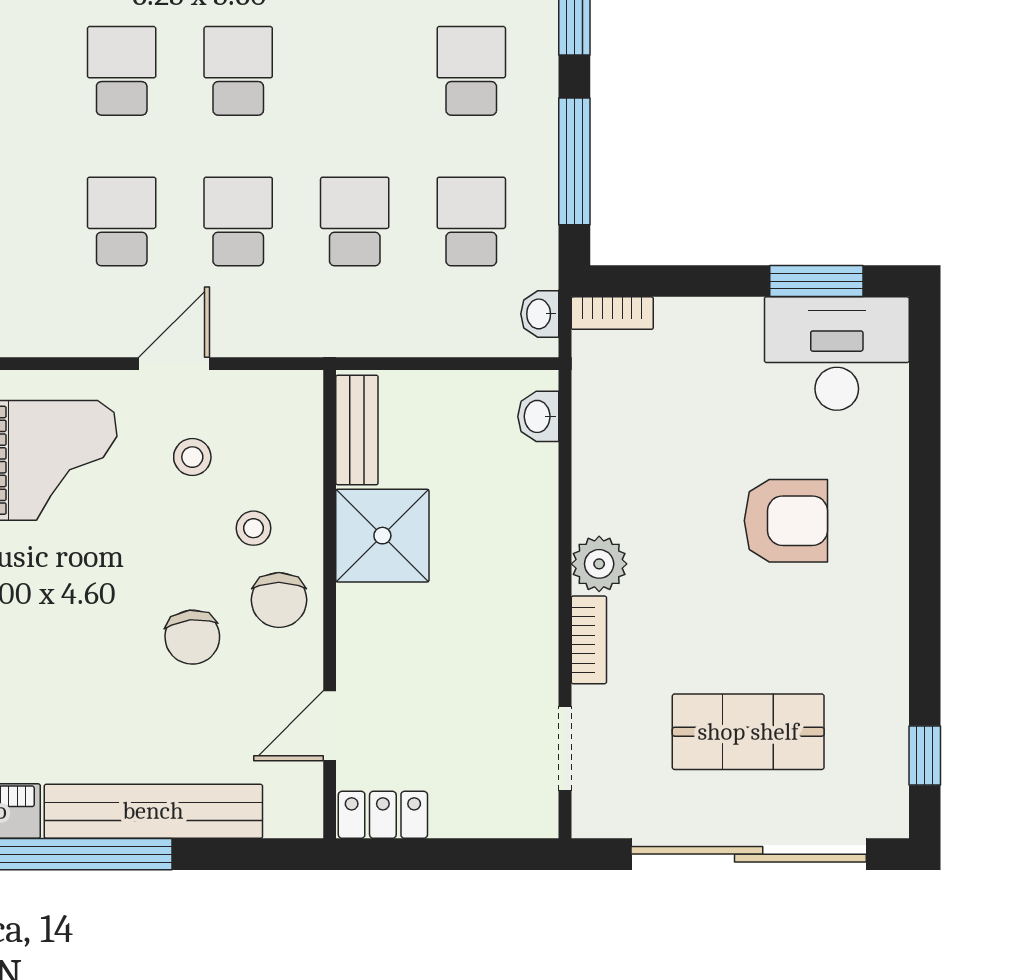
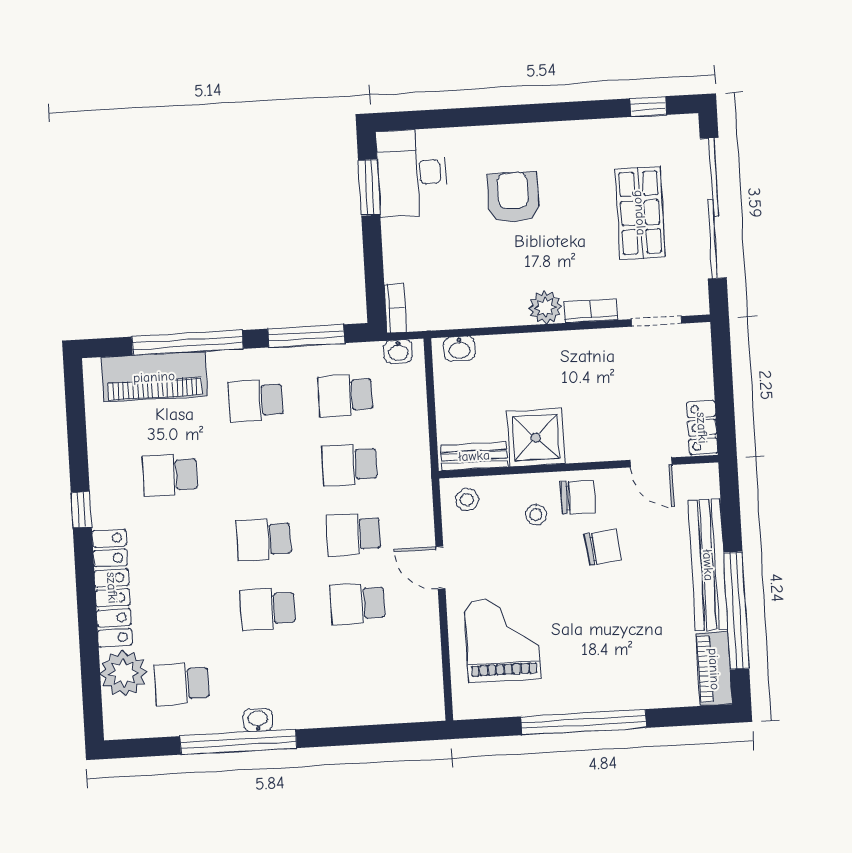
stool: (192, 457) -> (467, 500), moved

